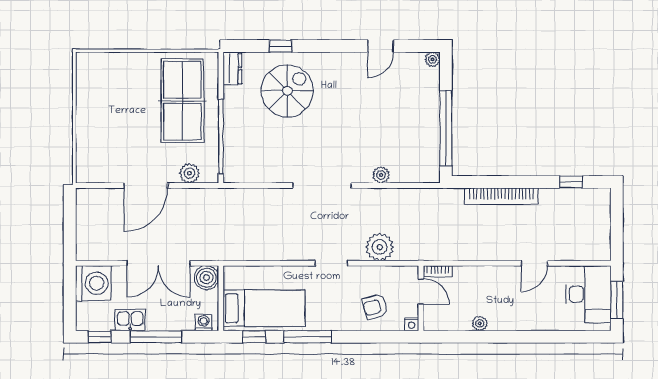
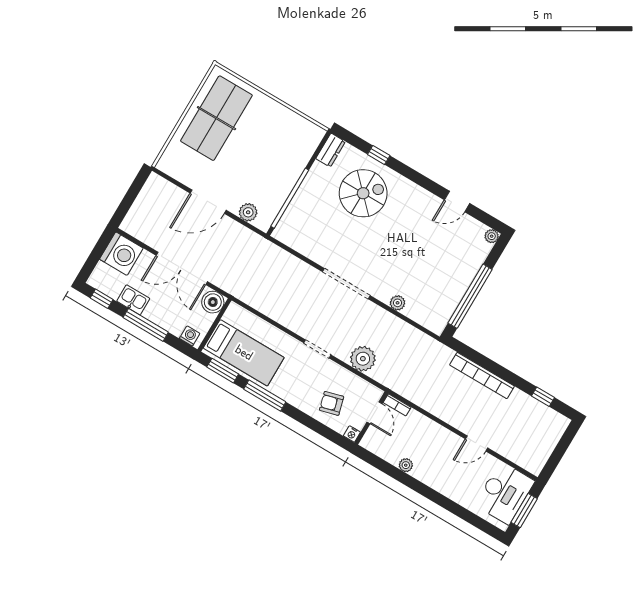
table tennis table: (182, 101) -> (216, 118), moved
window: (254, 337) -> (223, 371), width x1.50

